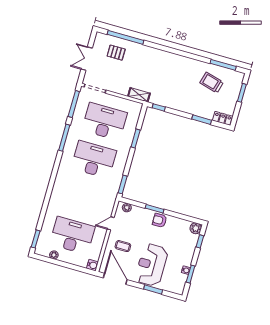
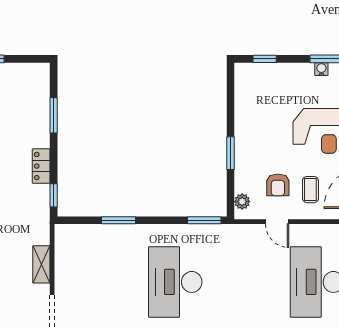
shelving: (139, 95) -> (41, 264), moved
locker: (223, 118) -> (41, 166), moved
desk: (105, 122) -> (104, 282), removed
armchair: (160, 220) -> (278, 185), moved
plant: (196, 228) -> (244, 73), removed

